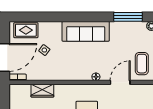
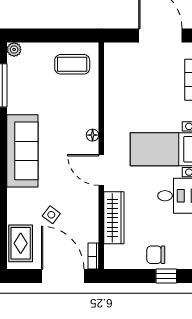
door: (120, 82) -> (101, 170), moved
wardrobe: (42, 91) -> (114, 218), width x1.50

